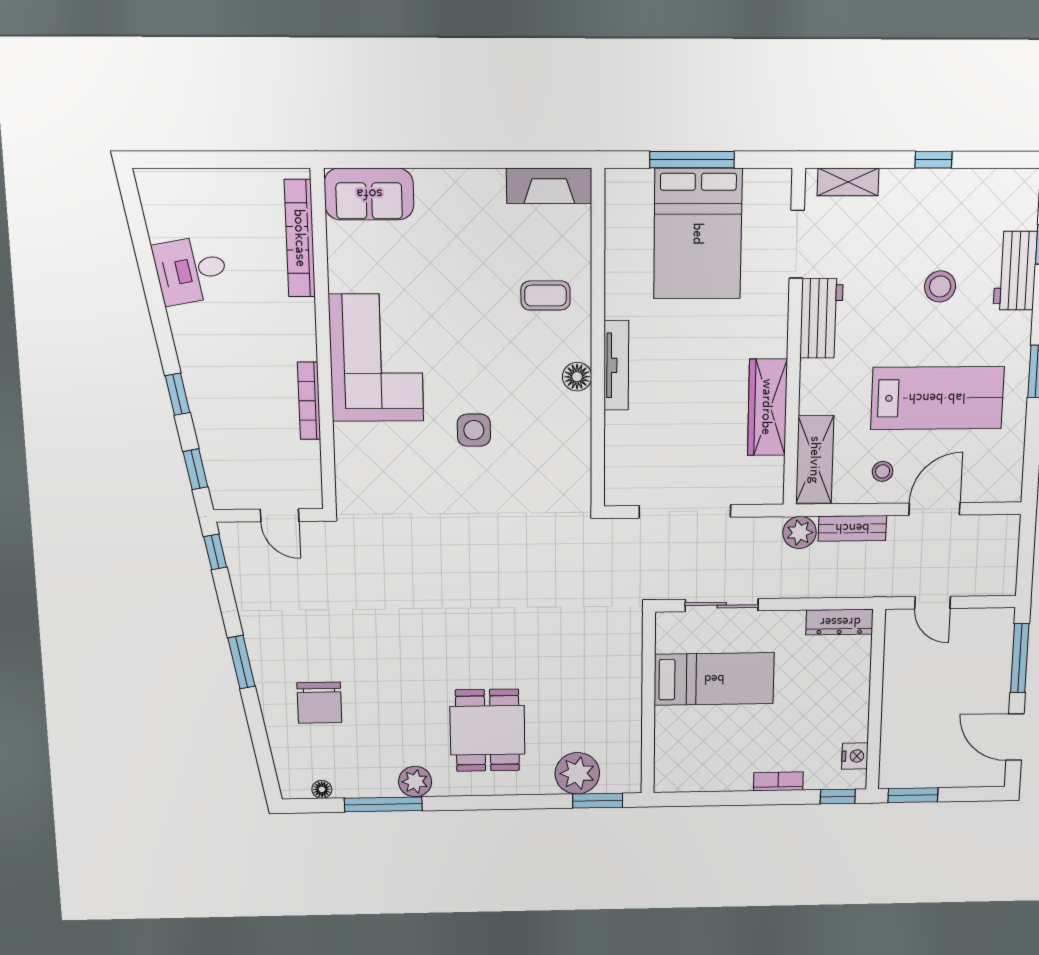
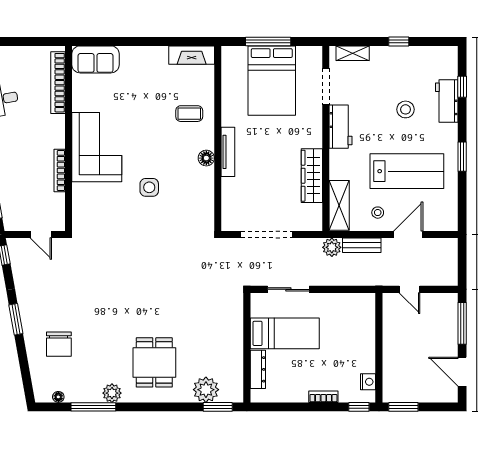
dresser: (840, 622) -> (258, 369), moved, turned -90

